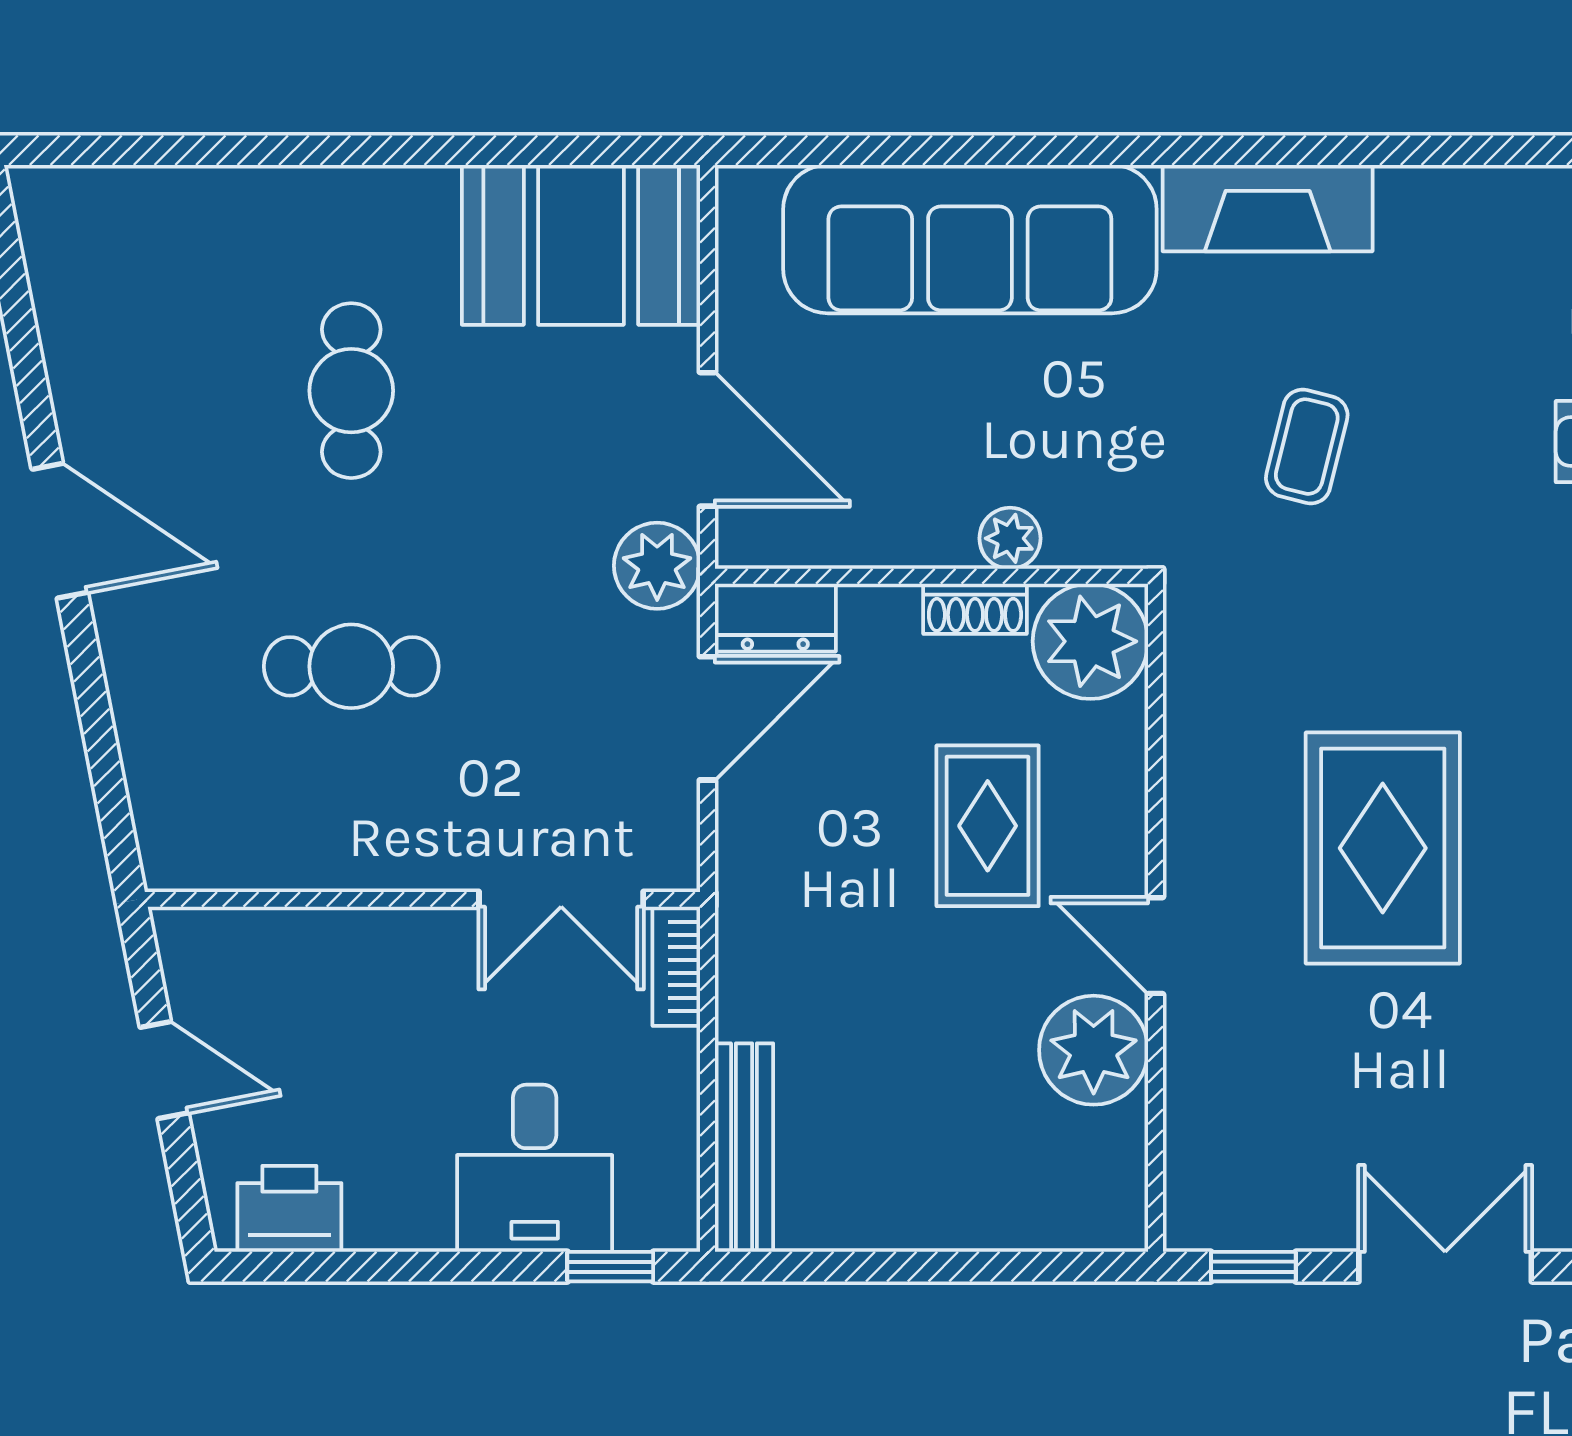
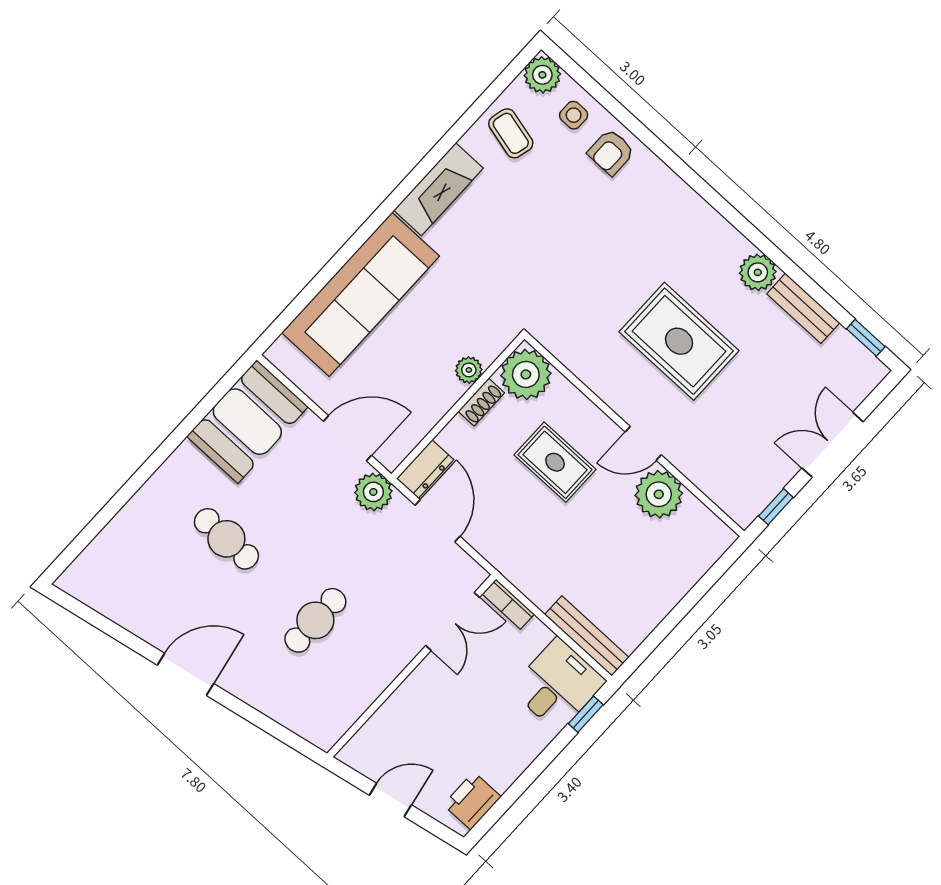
coffee table: (1307, 447) -> (511, 133), moved
desk: (535, 1168) -> (558, 685), moved, turned -90

